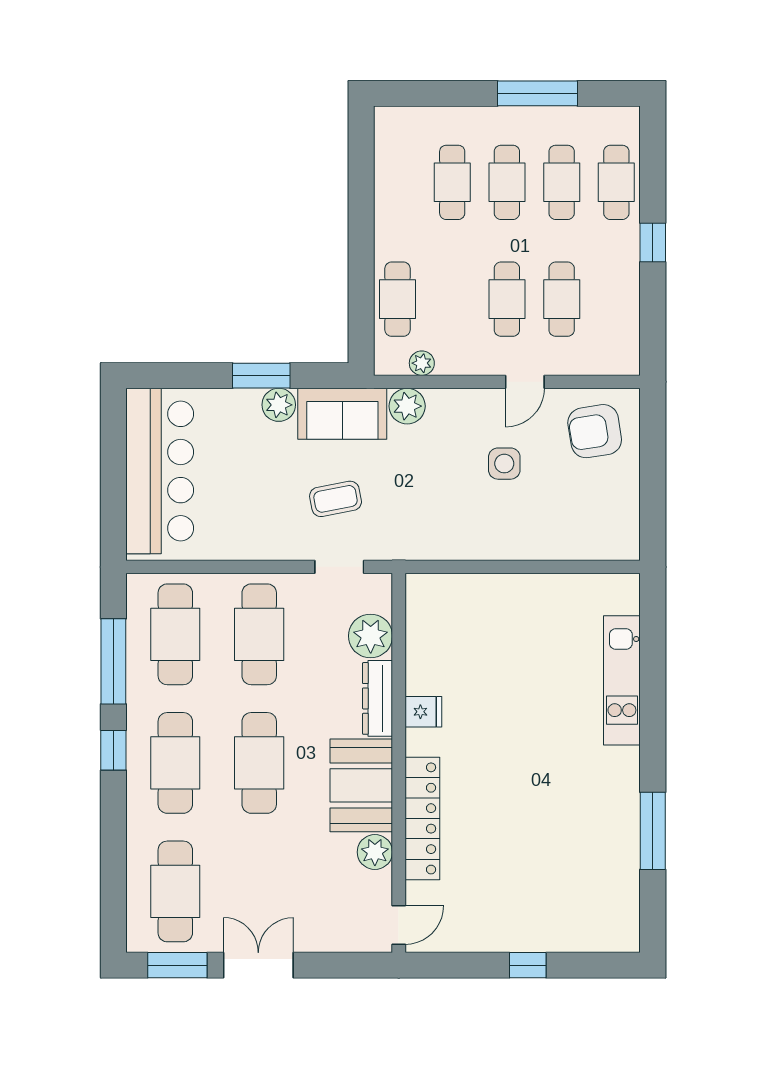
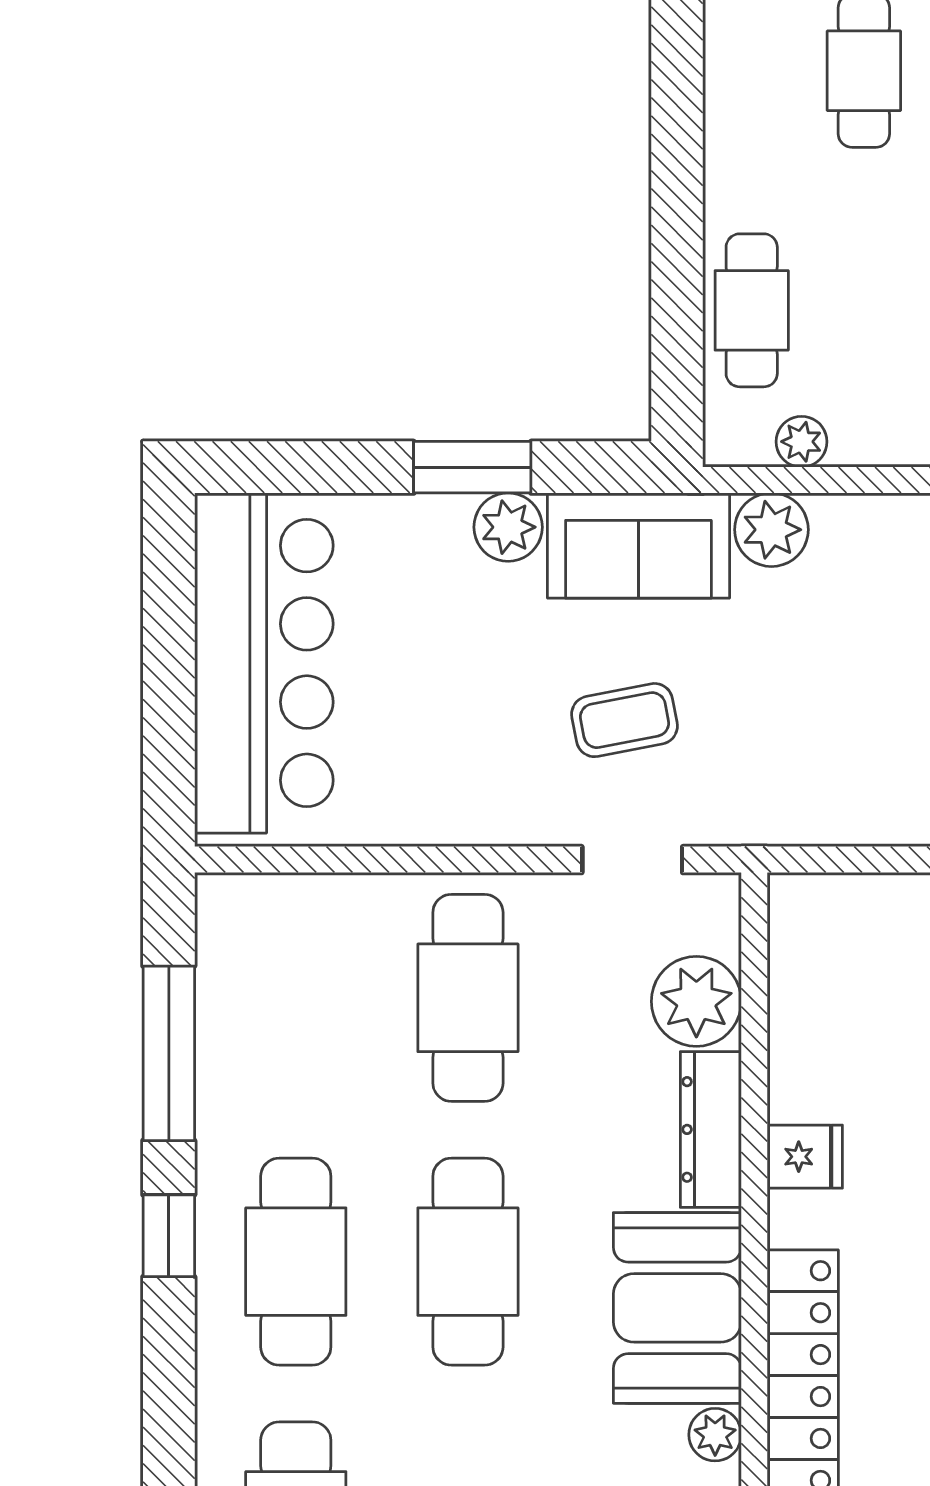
cafe table: (175, 634) -> (296, 998), removed
plant: (375, 852) -> (715, 1435), width x0.73, depth x0.73

